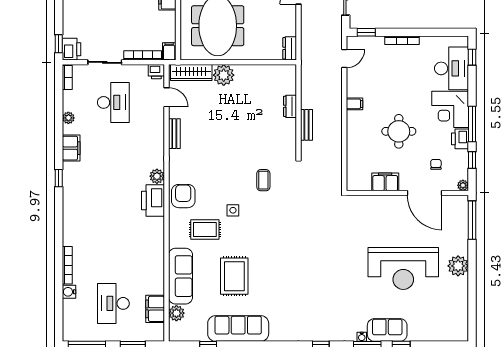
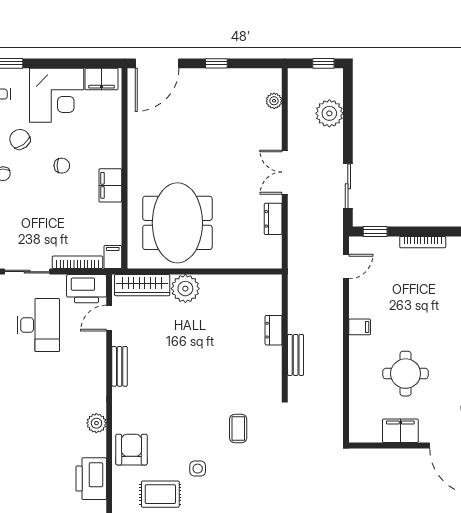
dresser: (290, 48) -> (273, 219), moved
printer: (156, 72) -> (87, 289), width x1.87, depth x1.48
door: (166, 97) -> (109, 318), swing flipped
round table: (399, 131) -> (406, 374), moved
printer: (153, 201) -> (91, 479), moved

